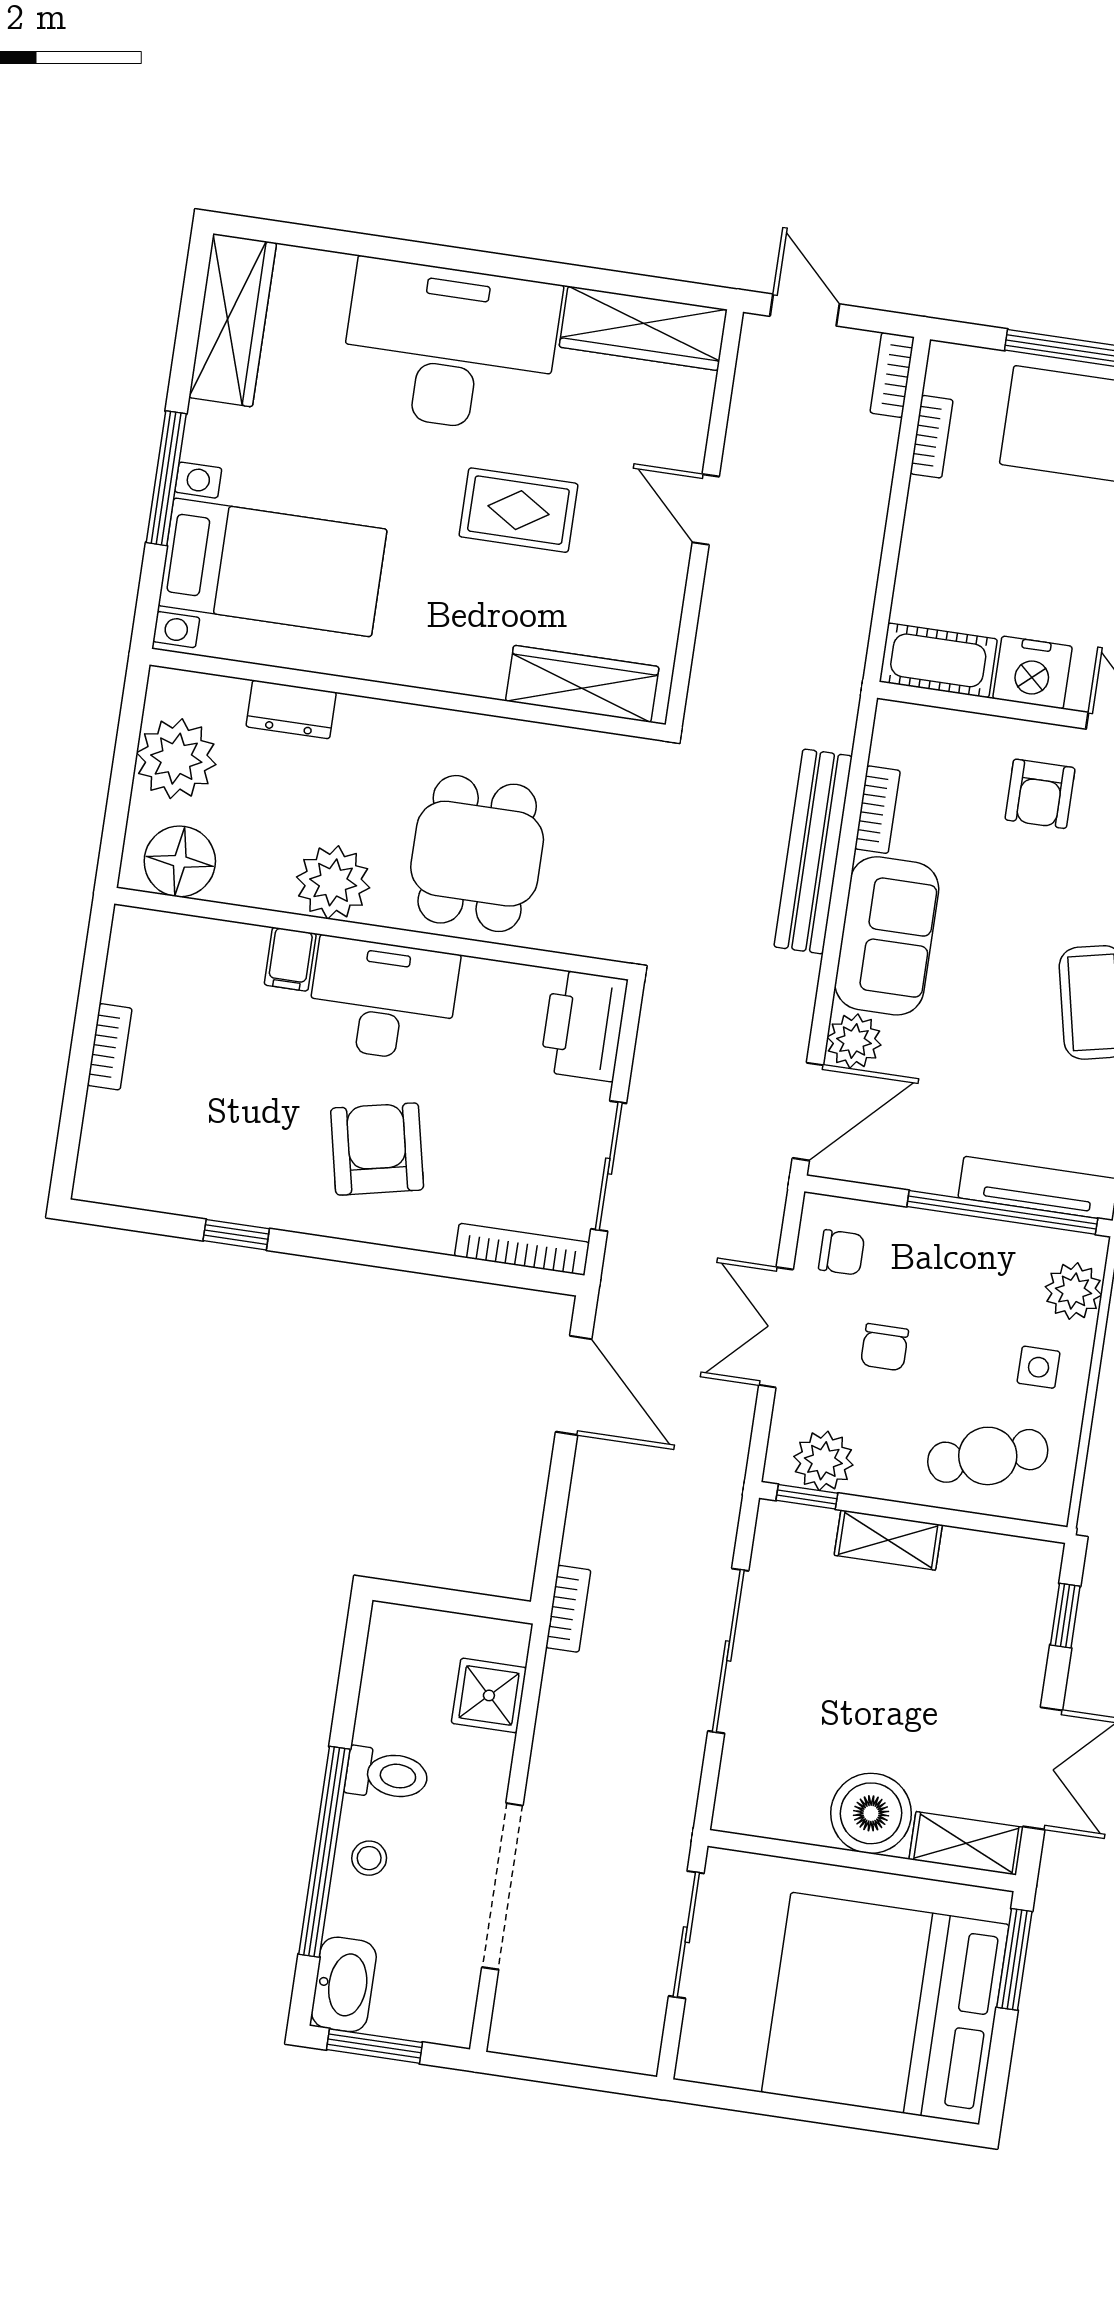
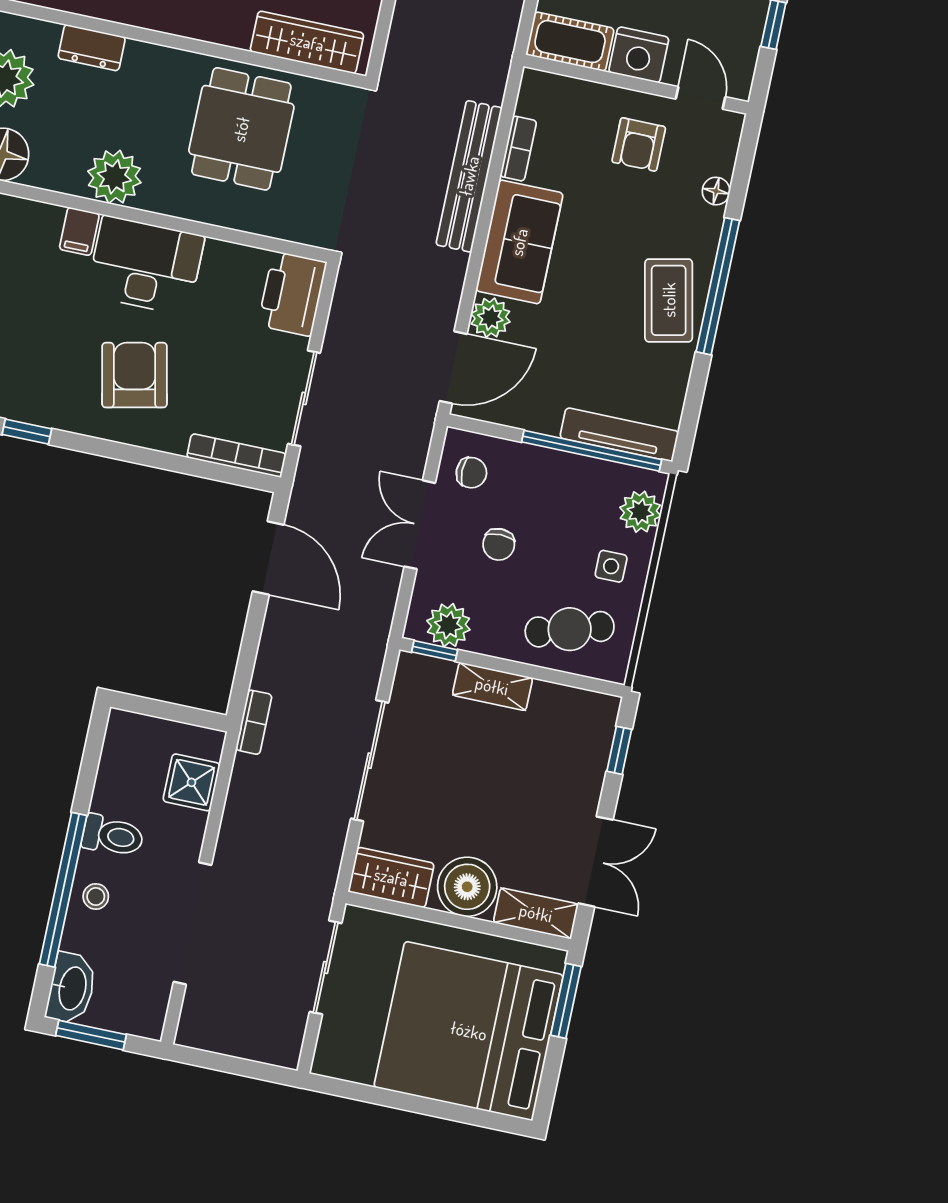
dining table: (477, 854) -> (241, 129), moved
wardrobe: (767, 1807) -> (391, 877), added

